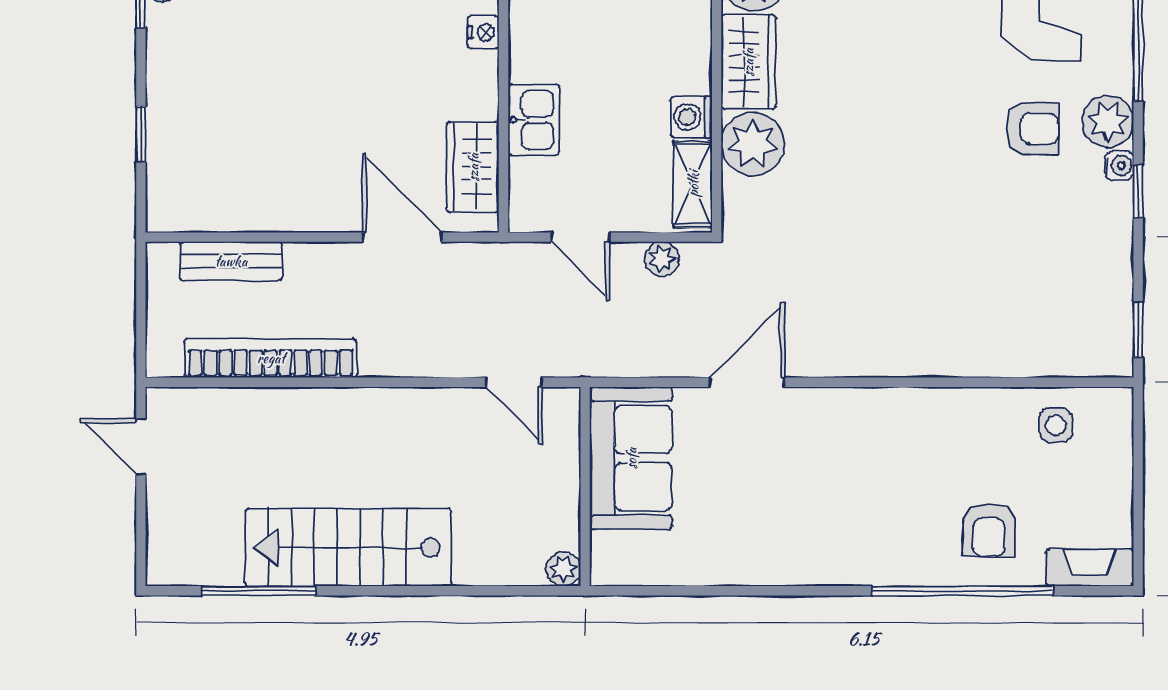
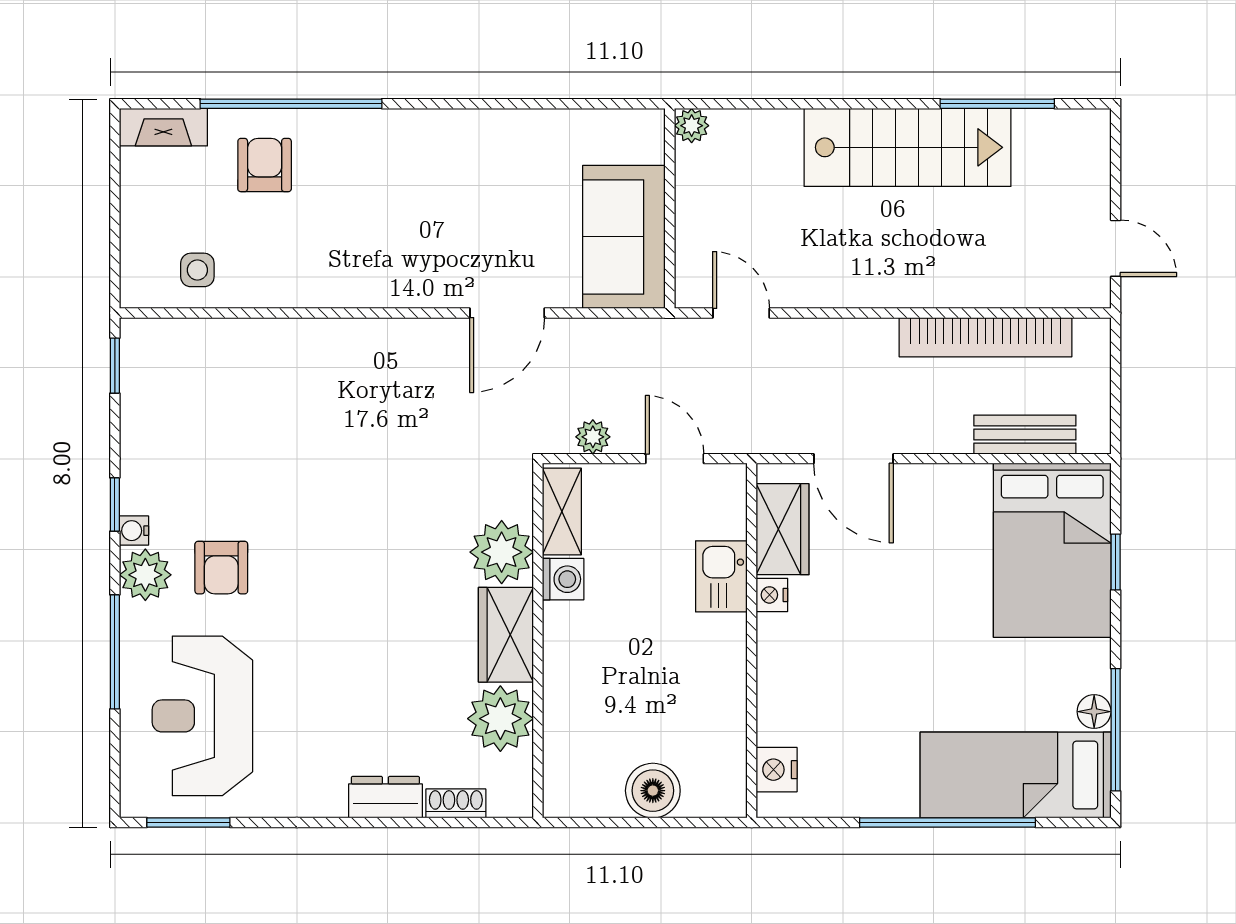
nightstand: (483, 32) -> (772, 595), moved
armchair: (1032, 129) -> (221, 568), turned -90
bed: (204, 146) -> (1052, 550), added

